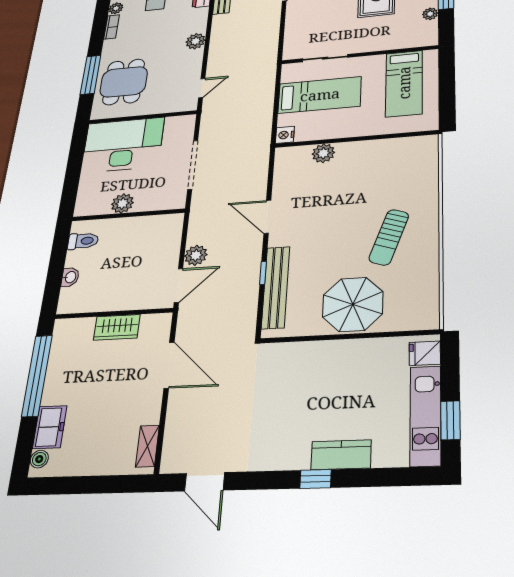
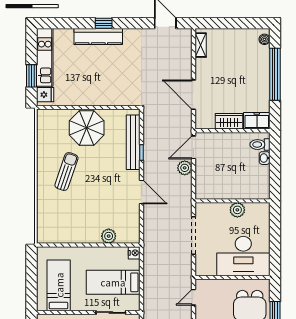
toilet: (83, 241) -> (260, 145), moved
window: (37, 376) -> (275, 74), moved
window: (450, 420) -> (31, 76), moved
freezer: (50, 427) -> (257, 121), moved, turned 90
kitchen counter: (341, 455) -> (98, 37), width x1.50

